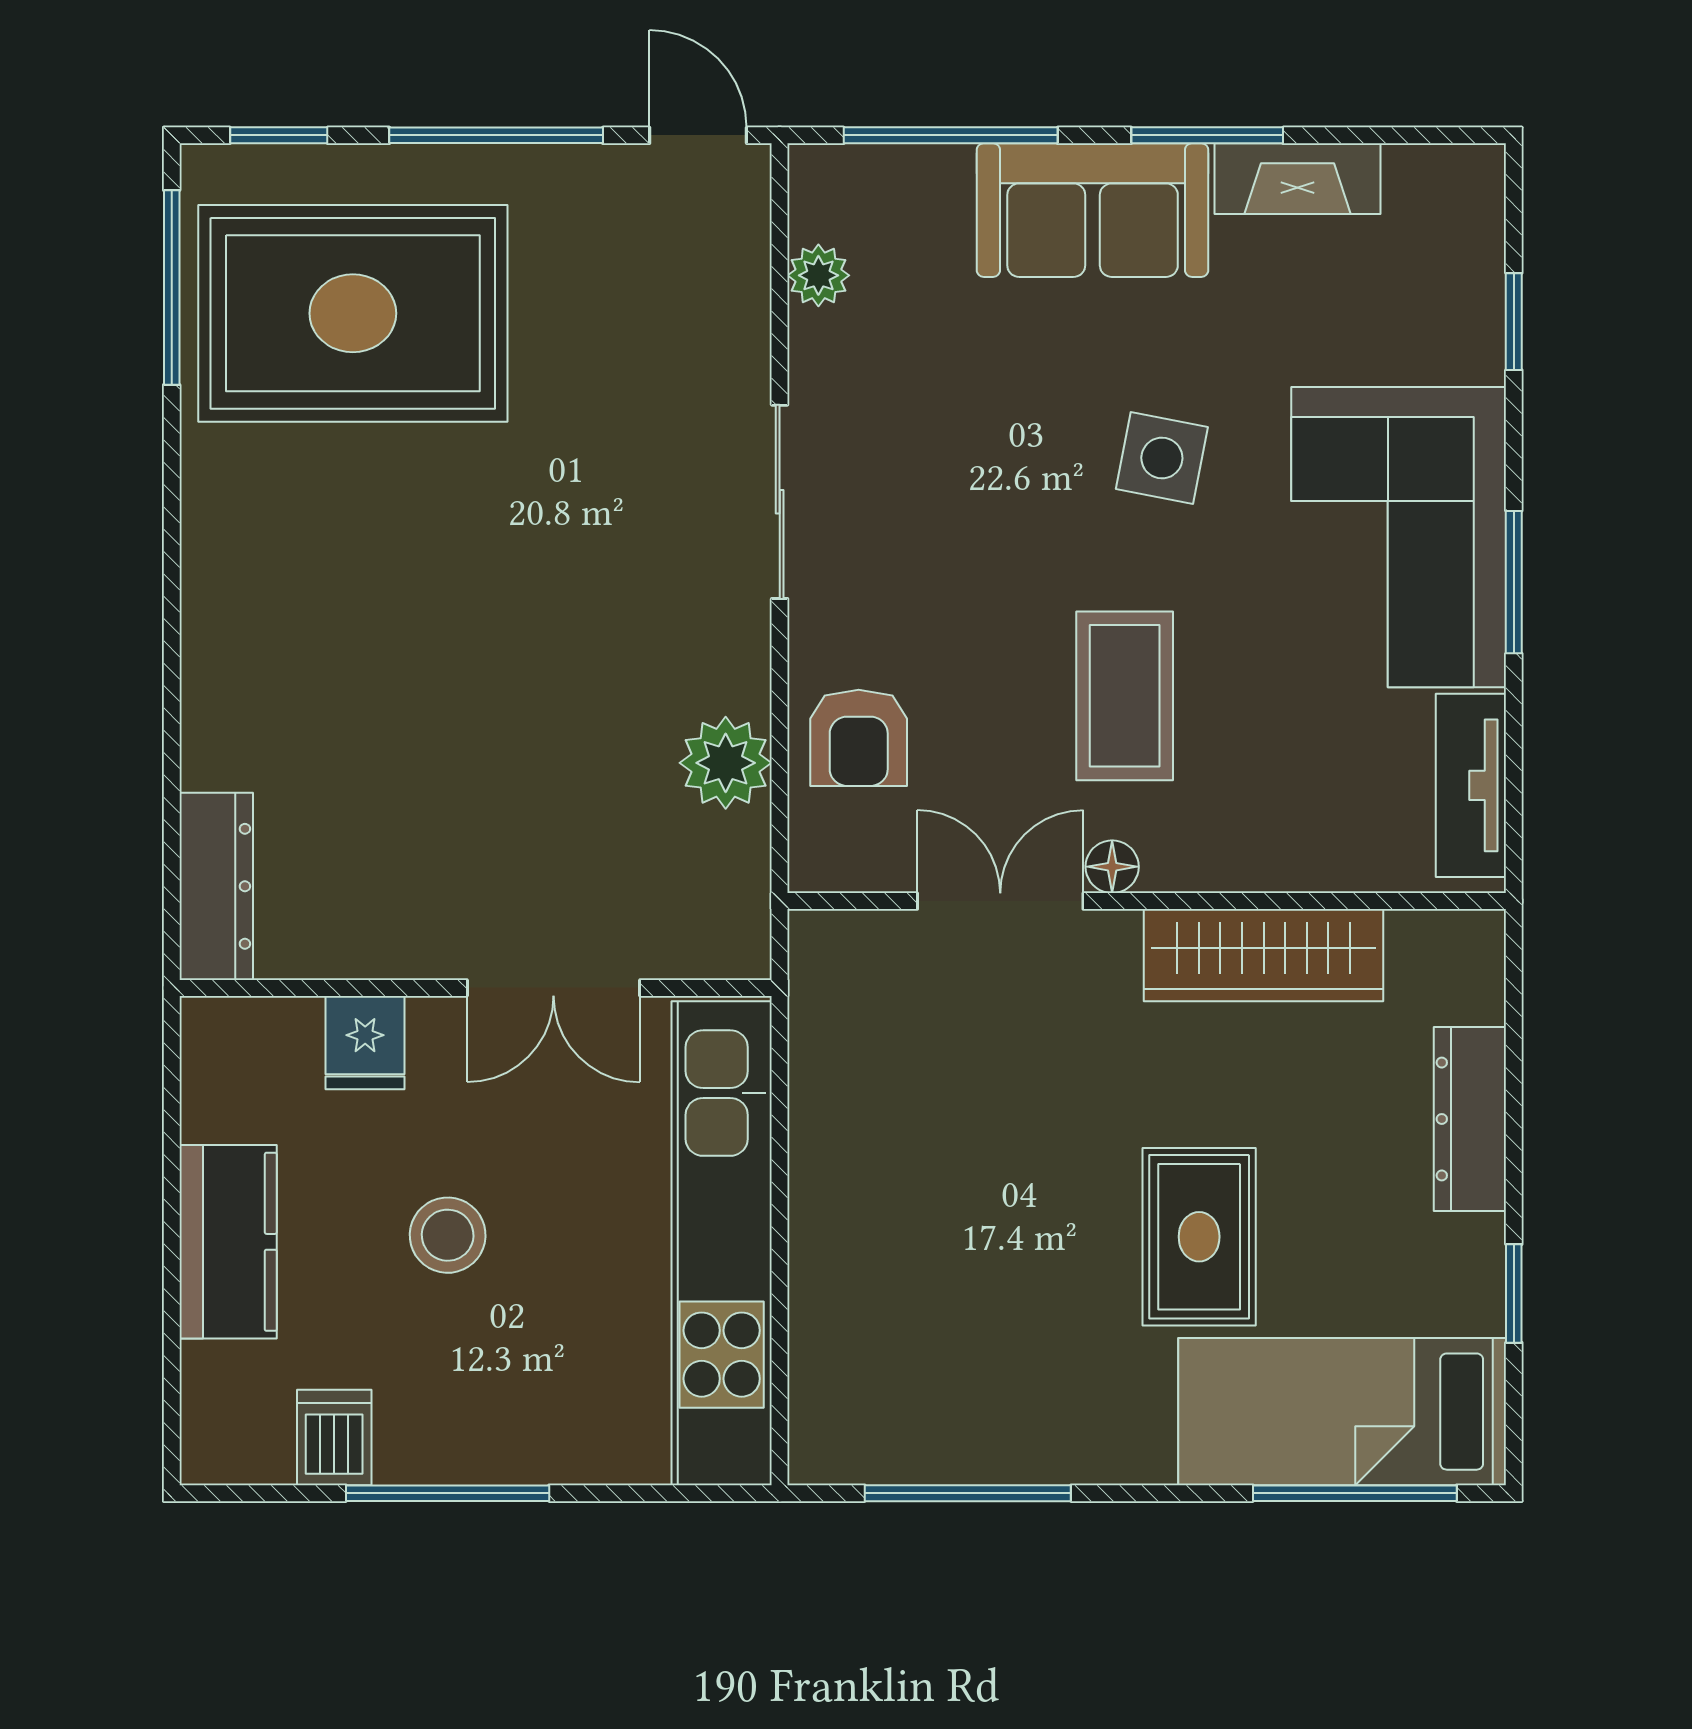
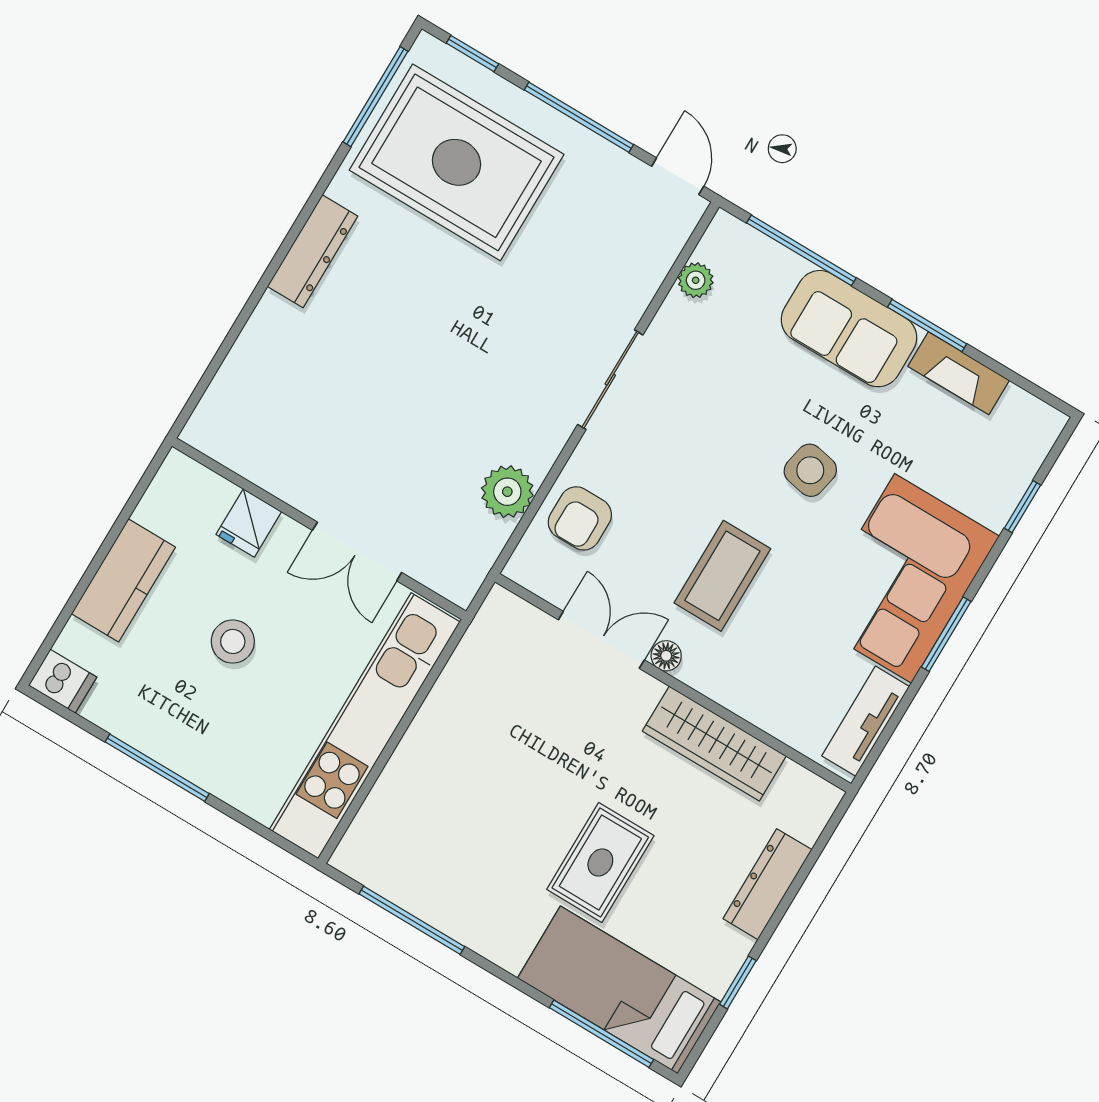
dresser: (216, 886) -> (313, 251), moved
dishwasher: (334, 1437) -> (63, 681), moved, turned 90

